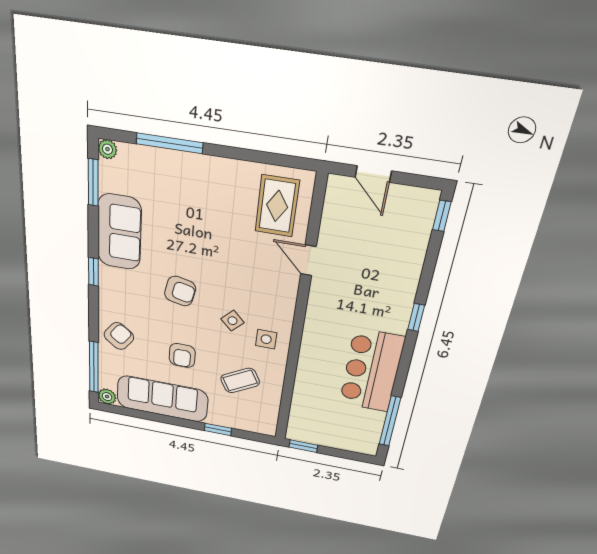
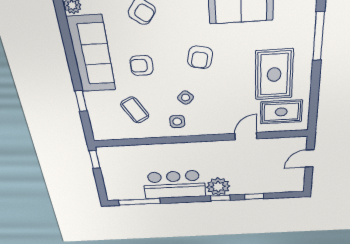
rug: (217, 207) -> (274, 75), added
window: (442, 216) -> (254, 196), moved
plant: (392, 315) -> (218, 187), added

